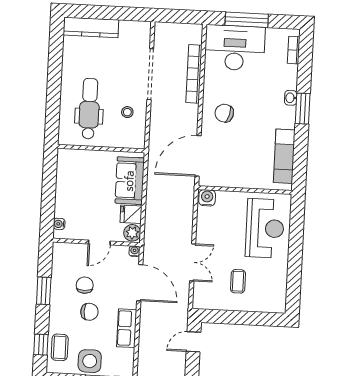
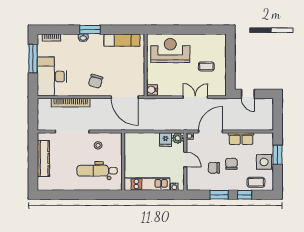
window: (247, 20) -> (33, 59), moved
kitchen counter: (91, 27) -> (43, 159), moved
sofa: (130, 181) -> (143, 141), removed
kitchen unit: (65, 183) -> (147, 184), added
window: (41, 345) -> (245, 195), moved

